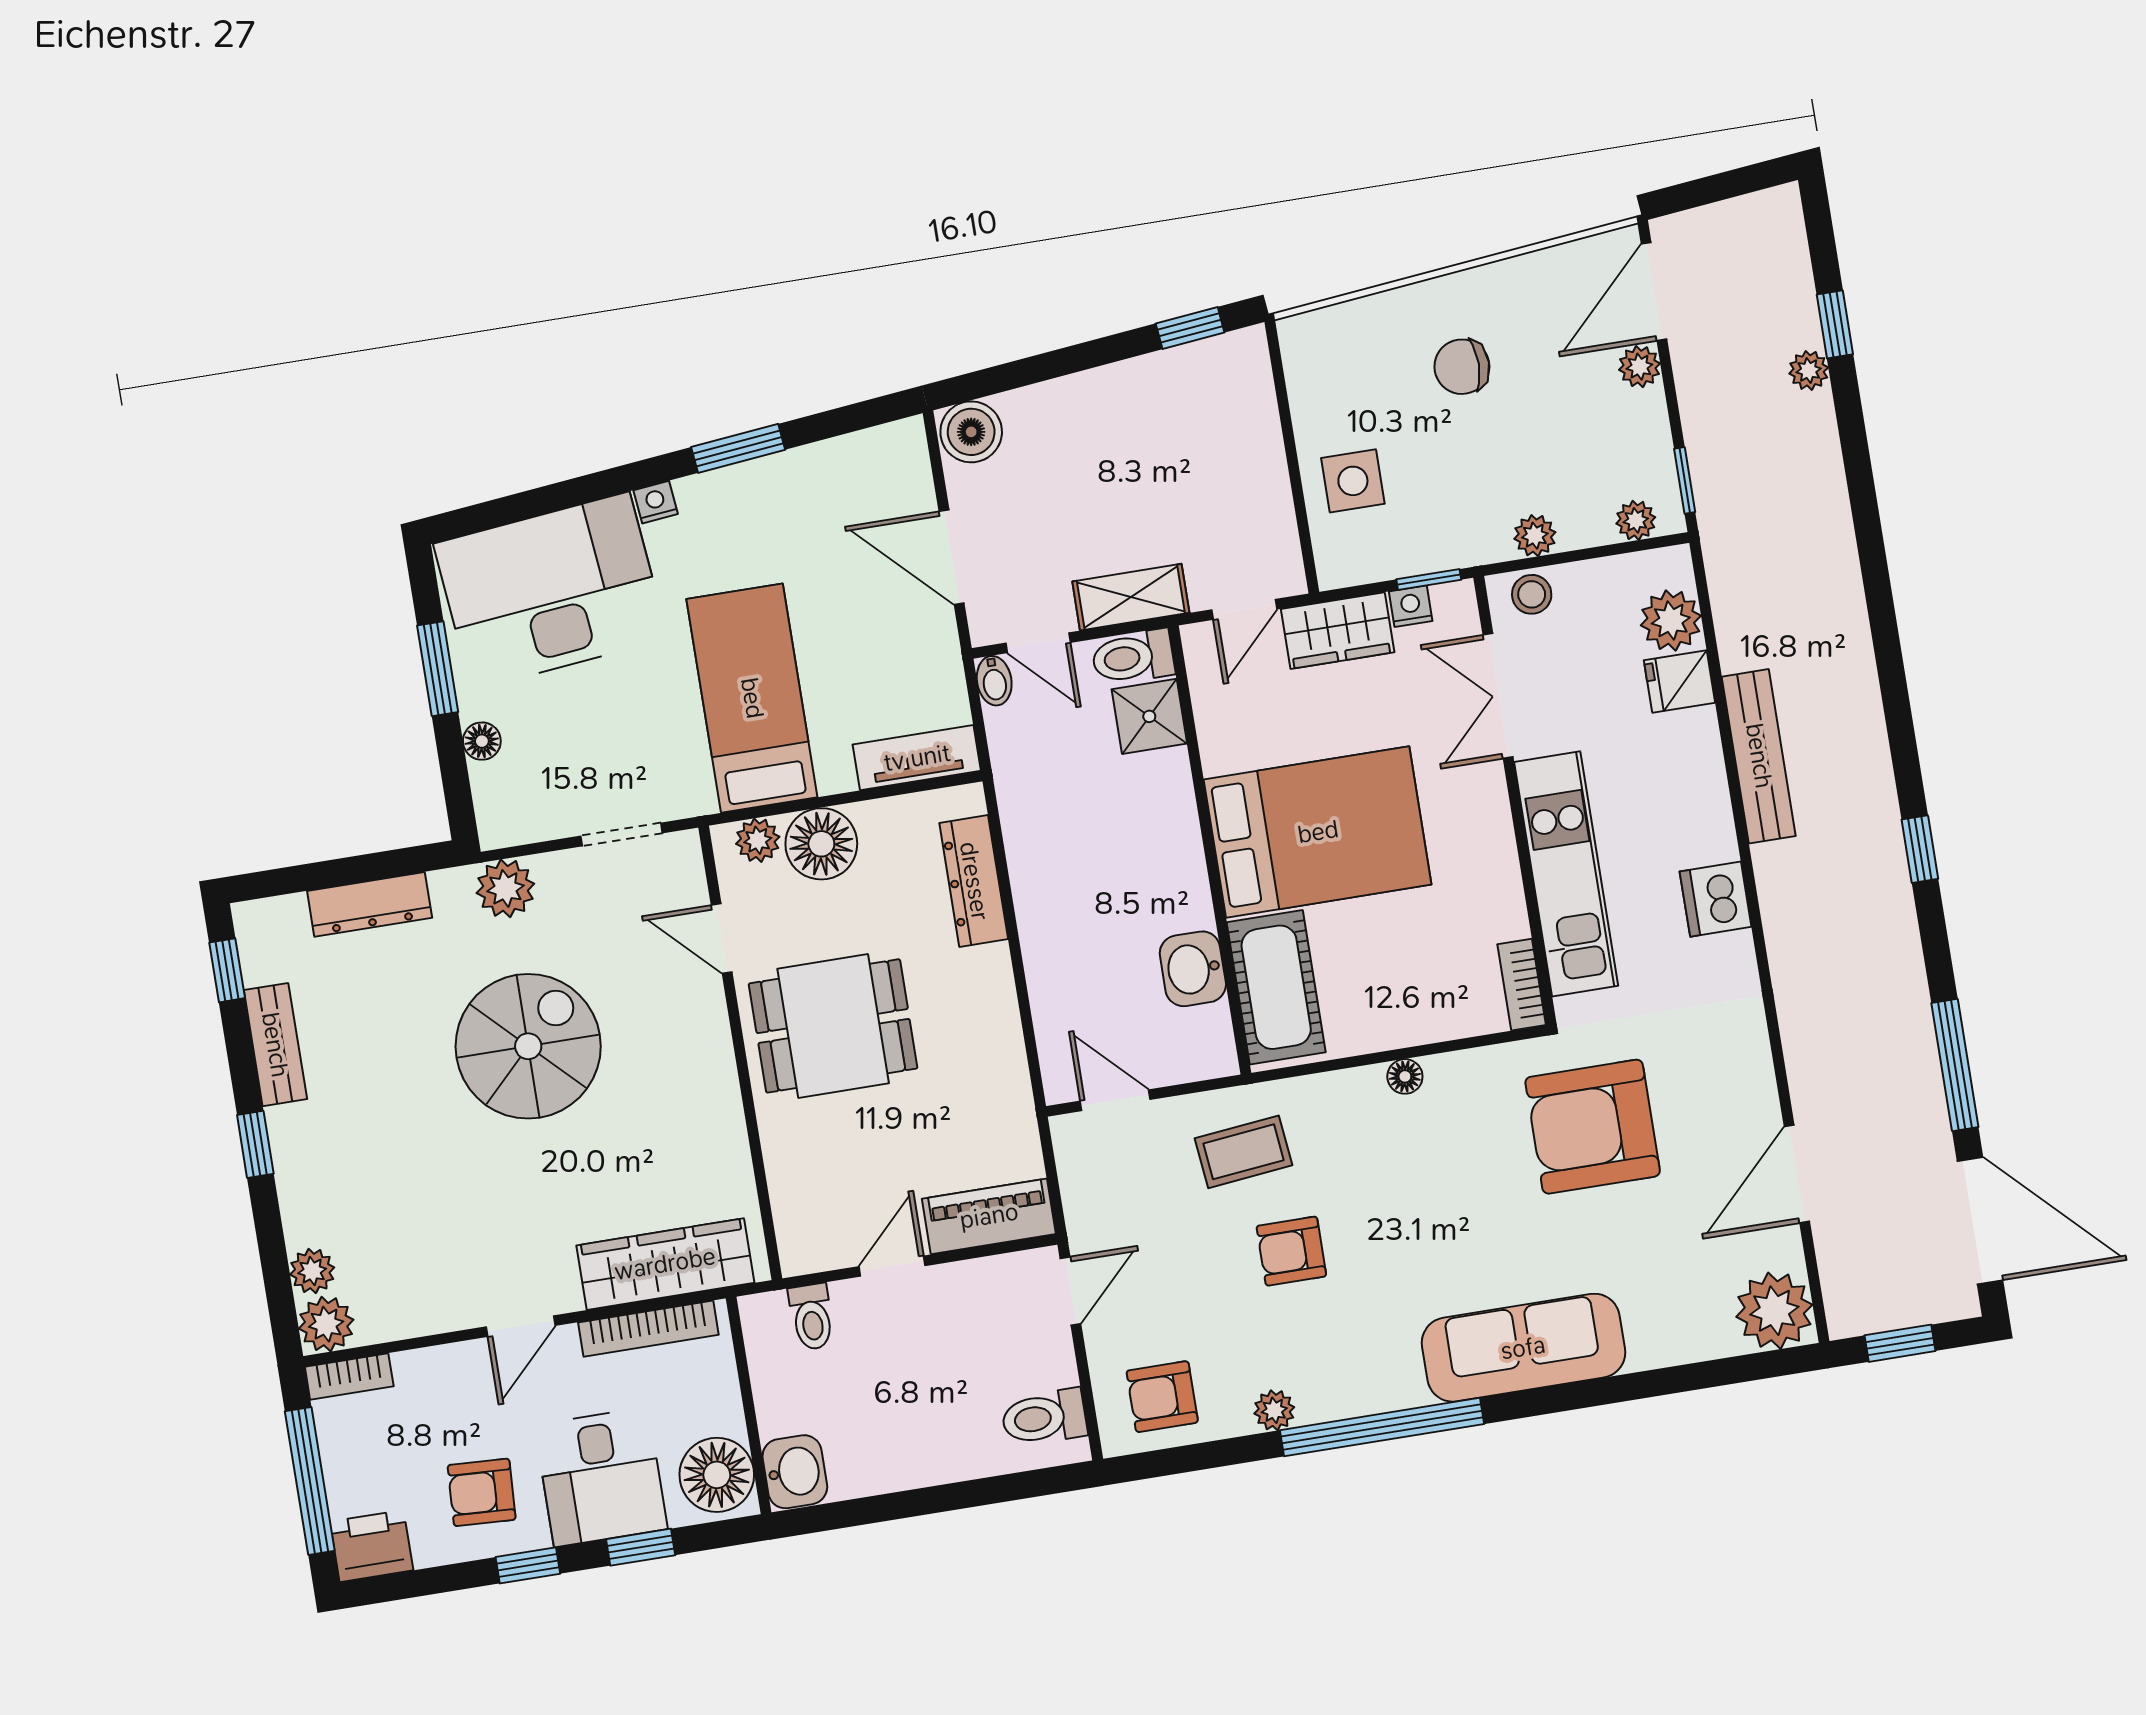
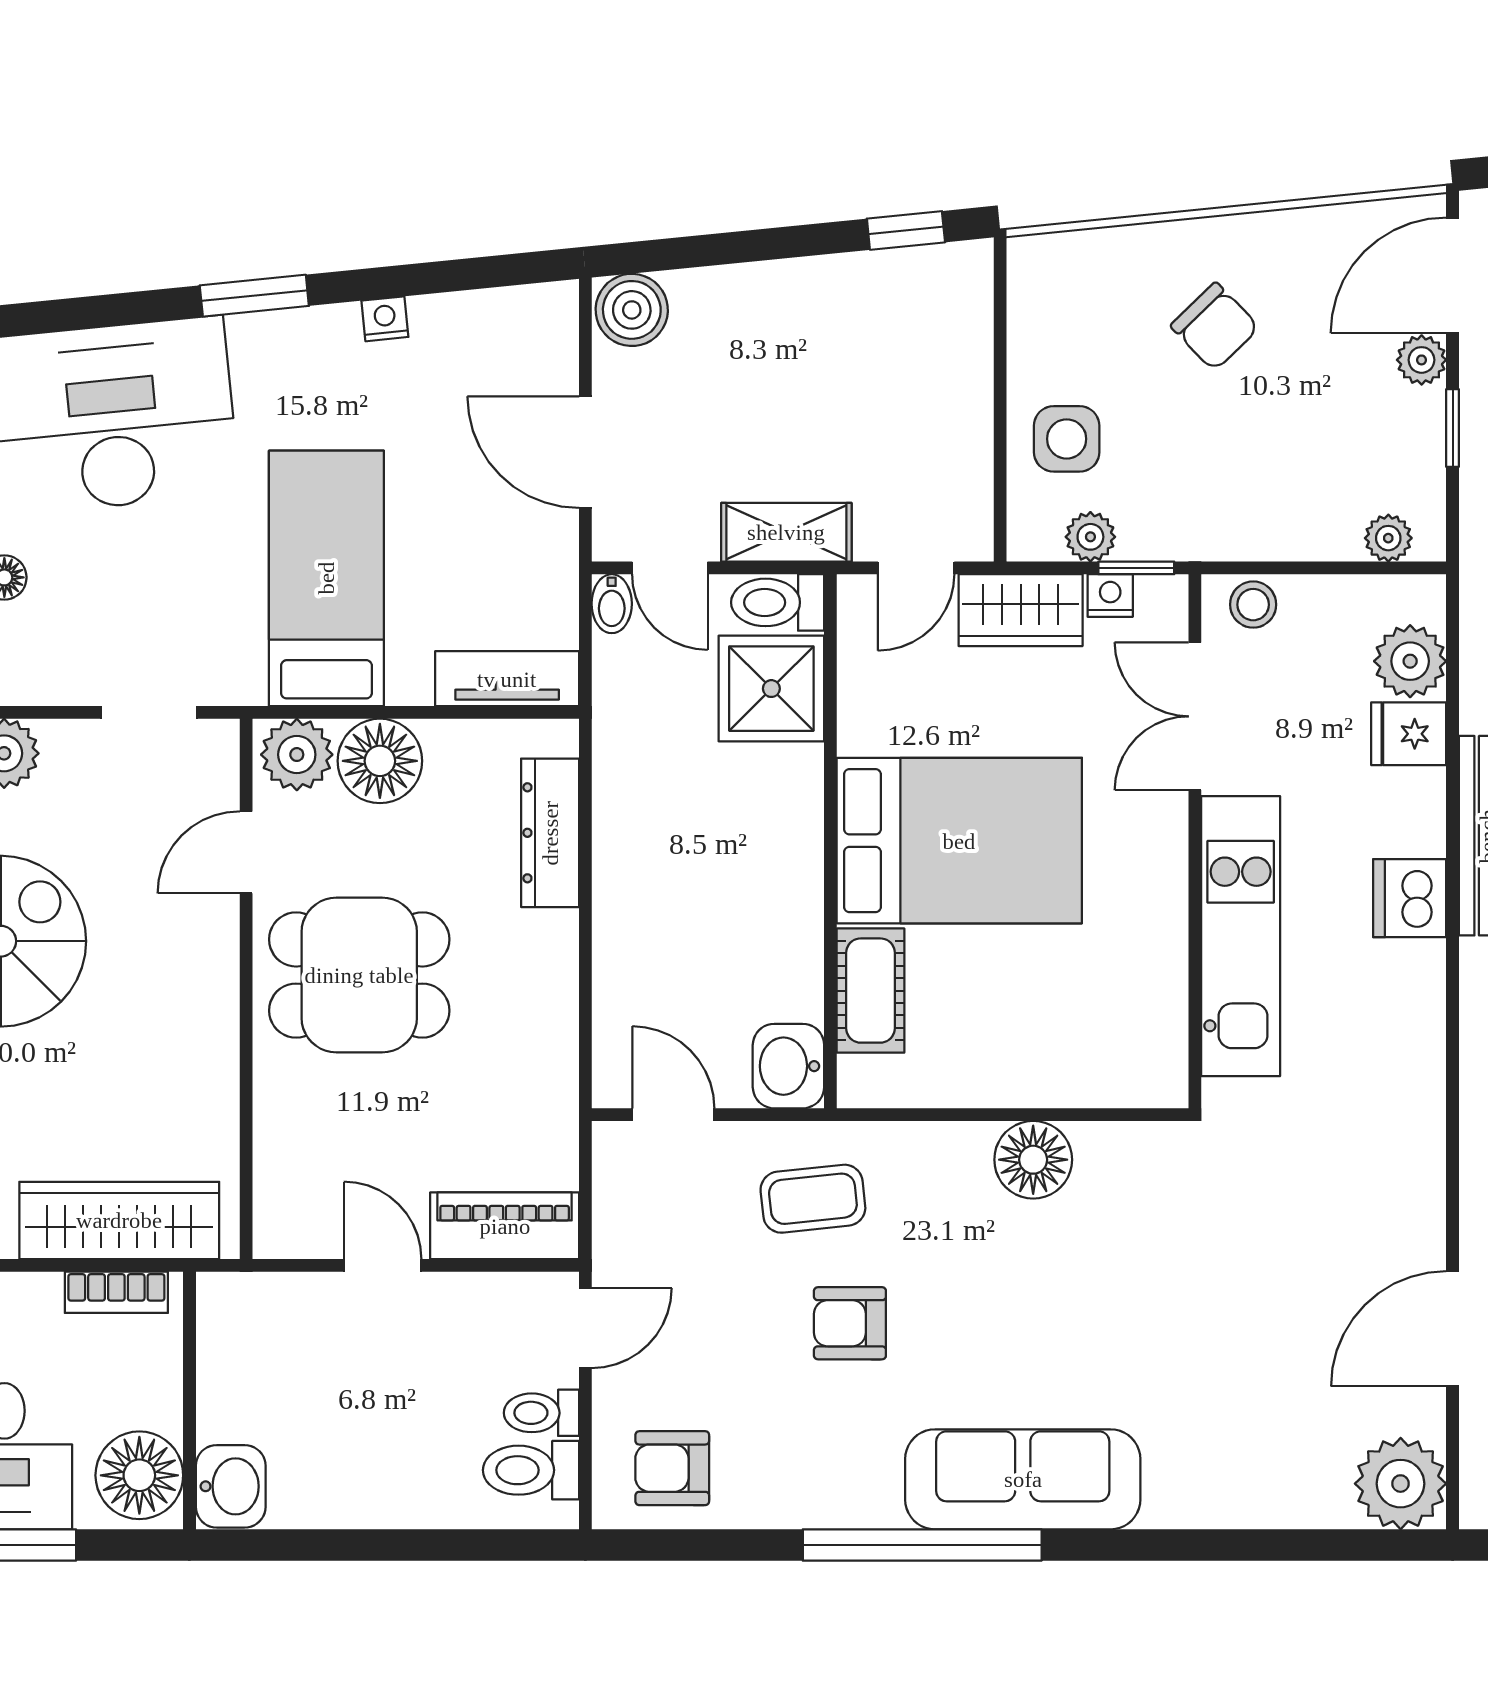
chair: (1462, 367) -> (1215, 327), turned -134
window: (738, 448) -> (254, 296), moved
window: (1685, 480) -> (1453, 428), moved
nightstand: (656, 502) -> (385, 319), moved
plant: (1535, 536) -> (1090, 537), moved
shower: (1149, 716) -> (771, 689), width x1.36, depth x1.36
plant: (758, 840) -> (297, 755), width x1.38, depth x1.38
dishwasher: (1716, 899) -> (1410, 898), moved
door: (722, 939) -> (246, 852), hinge flipped
washbasin: (1193, 969) -> (788, 1066), moved
bookcase: (1522, 985) -> (1168, 1057), removed
cot: (1276, 987) -> (870, 991), width x0.73, depth x0.75
floor lamp: (1405, 1076) -> (1033, 1160), width x1.89, depth x1.89
armchair: (1593, 1127) -> (1224, 1235), removed
door: (892, 1266) -> (383, 1265), hinge flipped
toilet: (812, 1317) -> (541, 1413), moved, turned 90
bookcase: (648, 1329) -> (116, 1292), width x0.64
sofa: (1523, 1348) -> (1023, 1479), moved
plant: (1274, 1410) -> (800, 1505), removed

